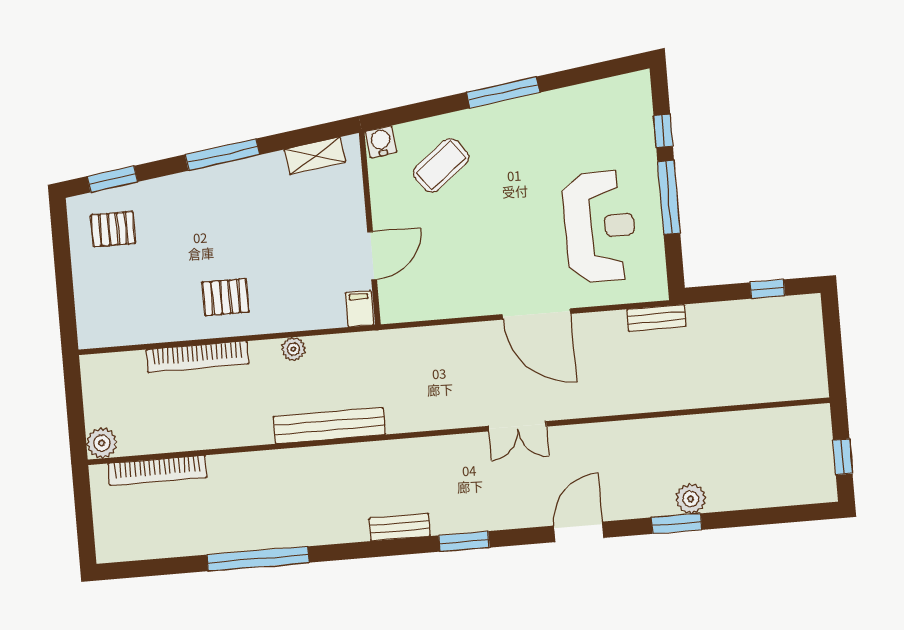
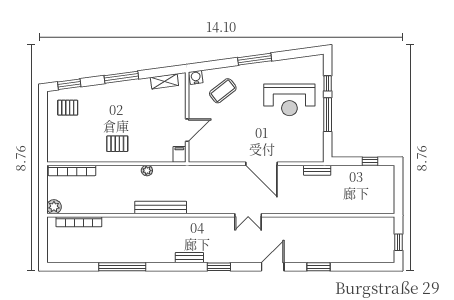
reception desk: (600, 227) -> (289, 100), moved, turned 90
bookcase: (197, 357) -> (72, 170), moved
plant: (691, 499) -> (326, 256), removed

